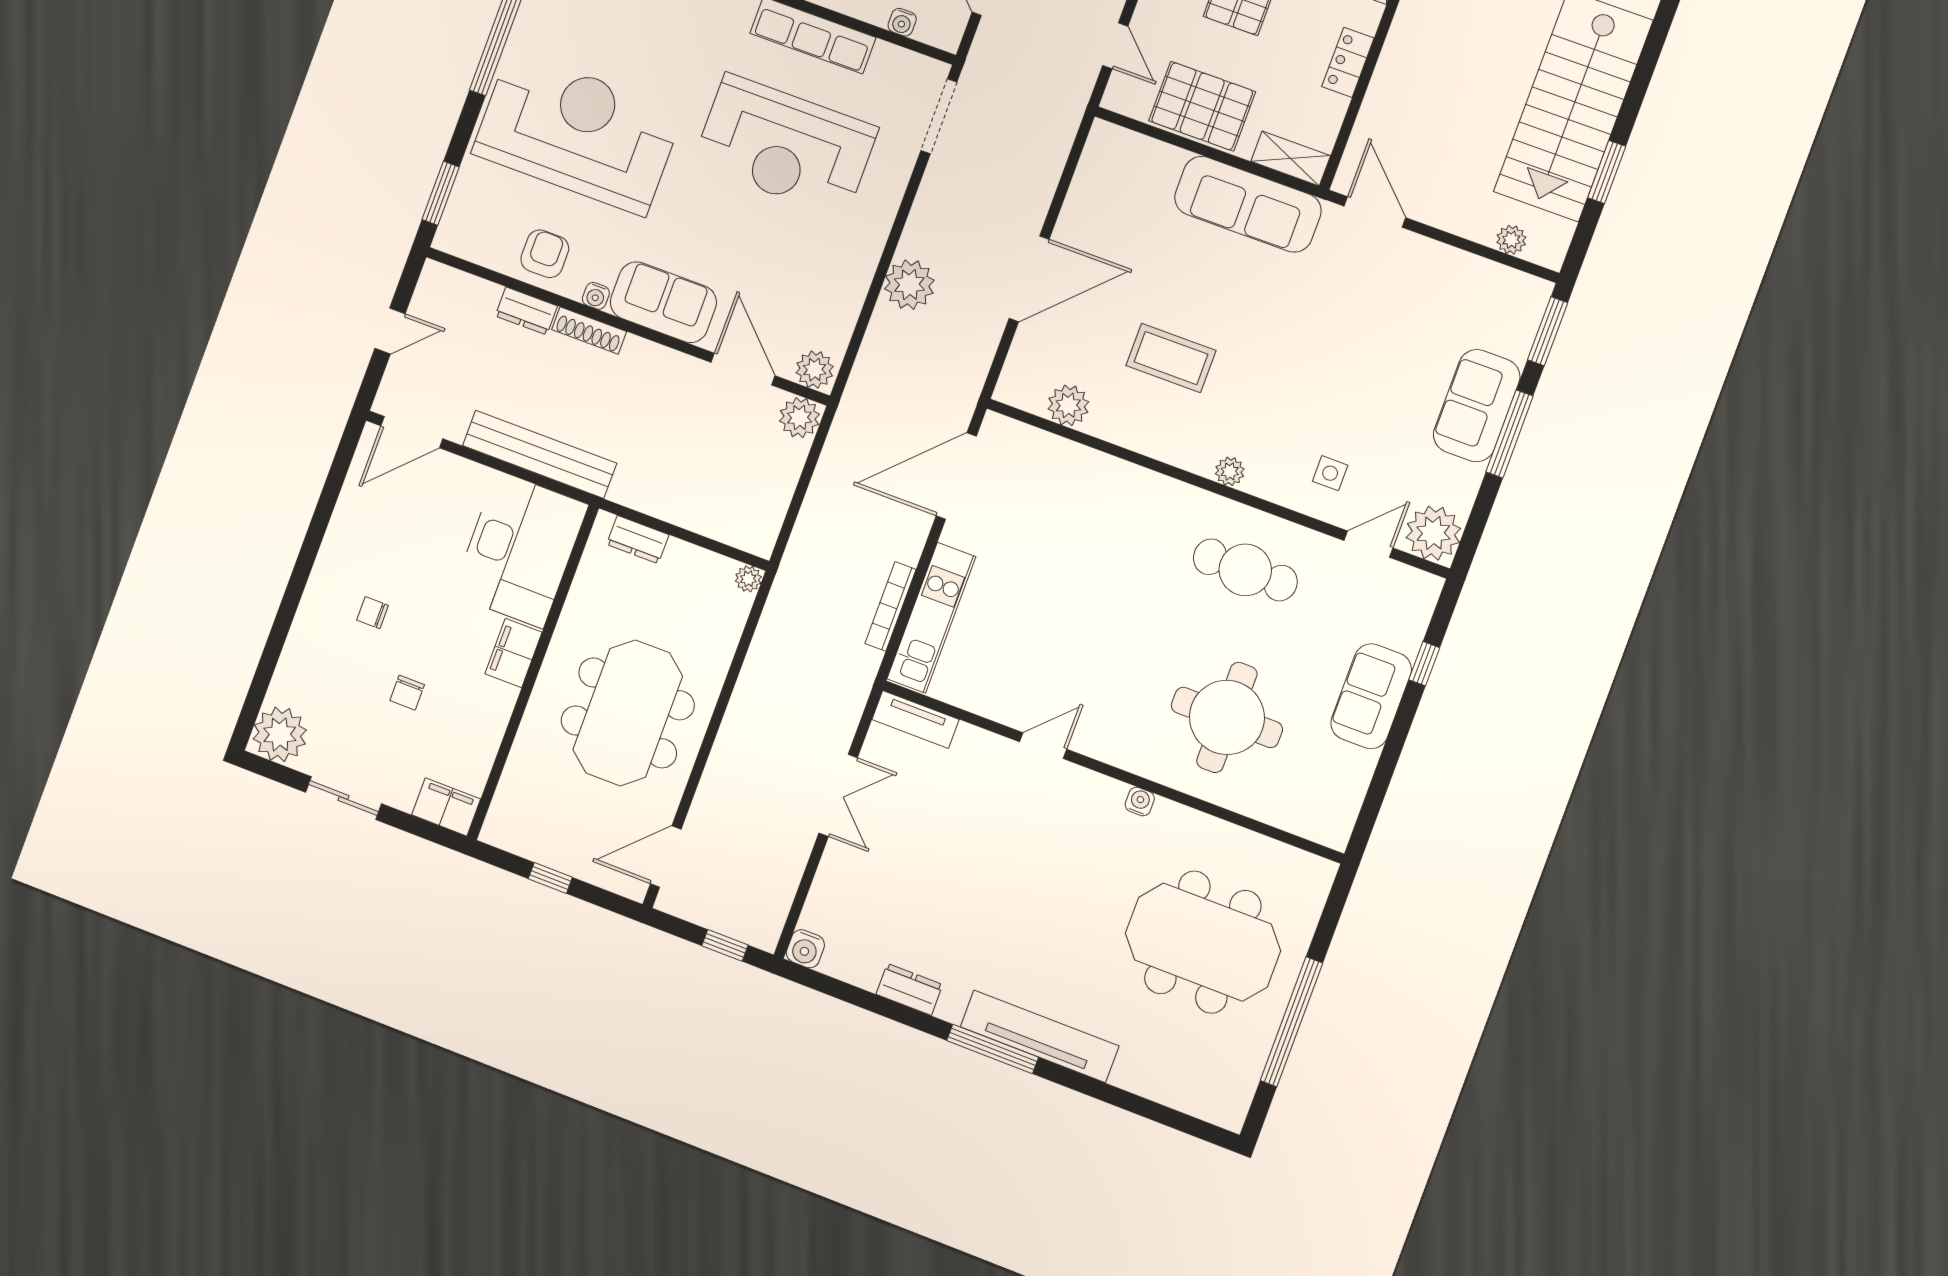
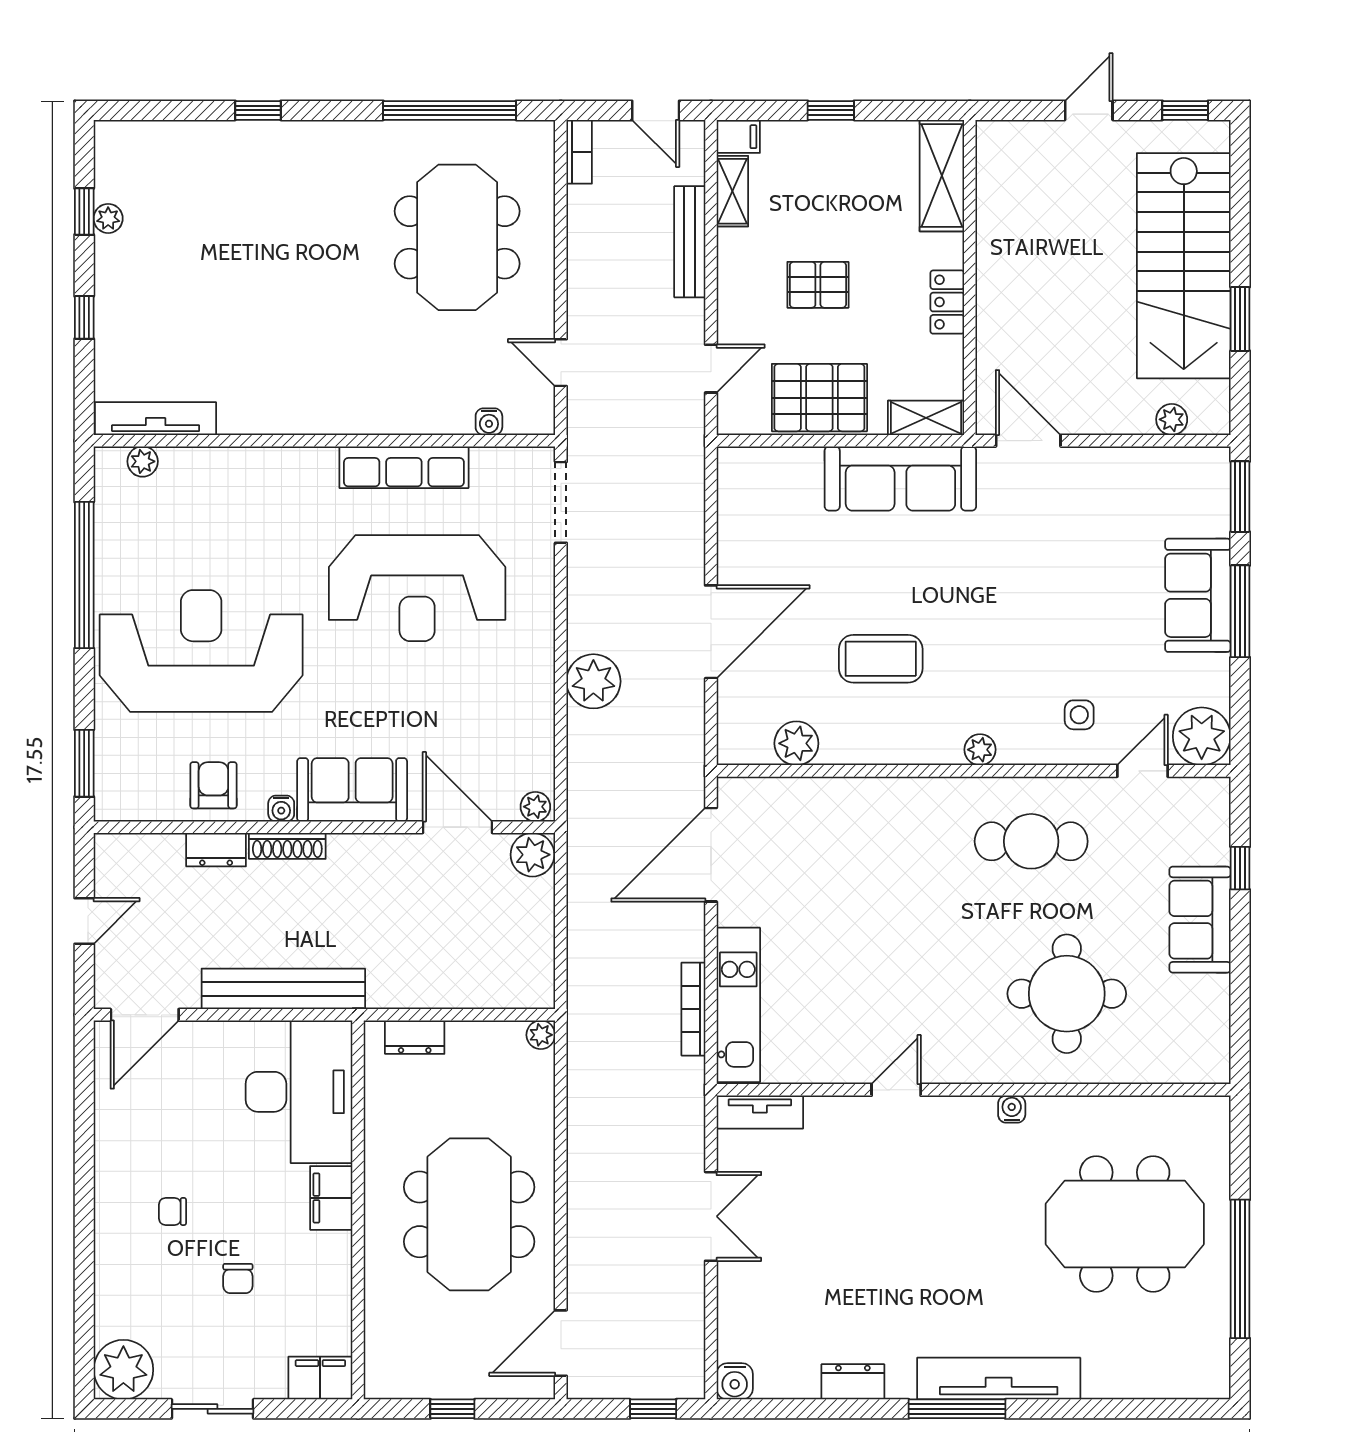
door: (1115, 46) -> (711, 369), hinge flipped
plant: (815, 370) -> (535, 807), width x0.73, depth x0.73

